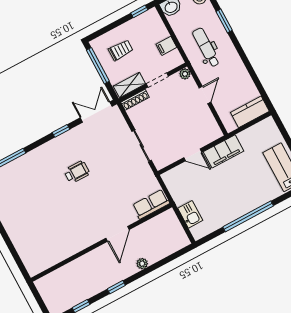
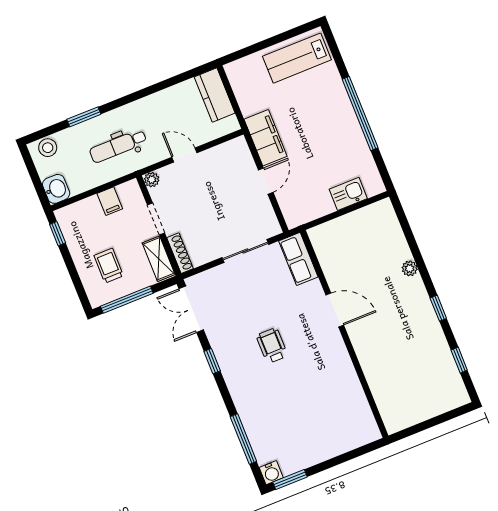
row of seats: (151, 204) -> (298, 259), moved
door: (118, 234) -> (335, 310), moved
wall: (101, 243) -> (344, 334), moved

